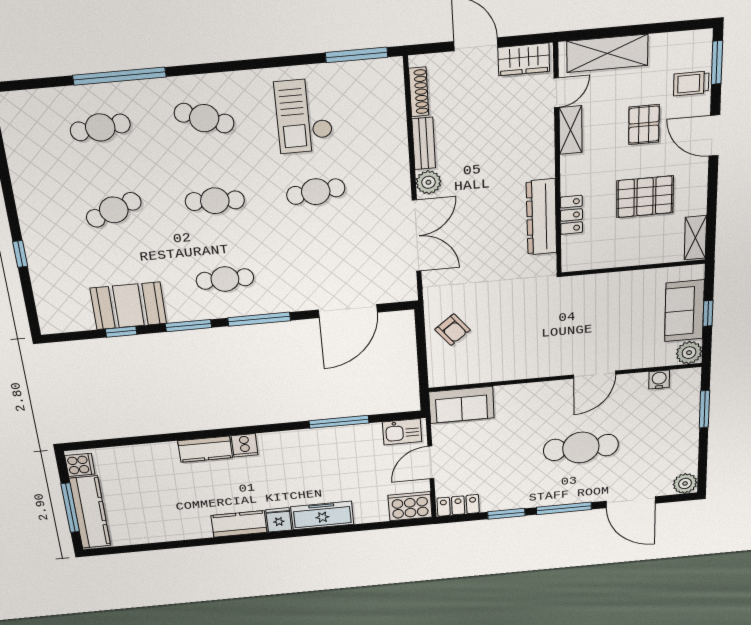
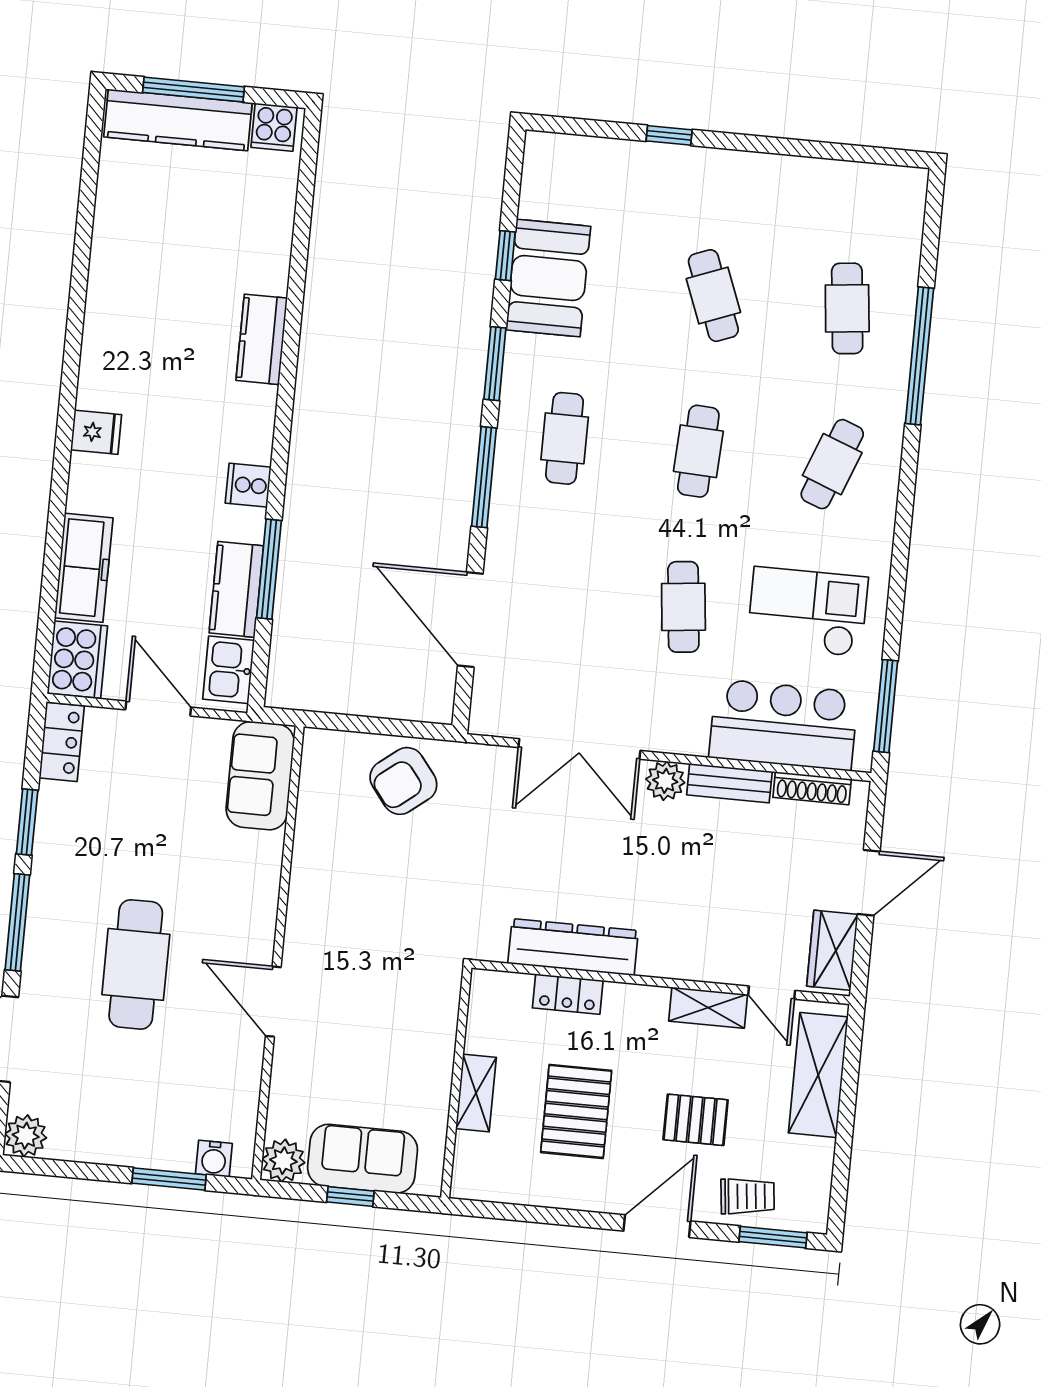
trolley: (691, 83) -> (748, 1196), turned 84
bar counter: (380, 117) -> (783, 725), added
shelving: (695, 238) -> (476, 1093), moved, turned 90
armchair: (452, 330) -> (403, 781), width x1.38, depth x1.38
water cooler: (659, 380) -> (214, 1159), moved, turned 90
cooker: (245, 445) -> (248, 485), moved
freezer: (322, 515) -> (84, 568), moved
kitchen counter: (239, 524) -> (236, 589), moved, turned 180

